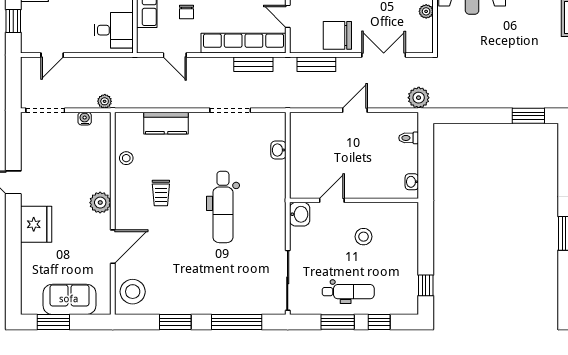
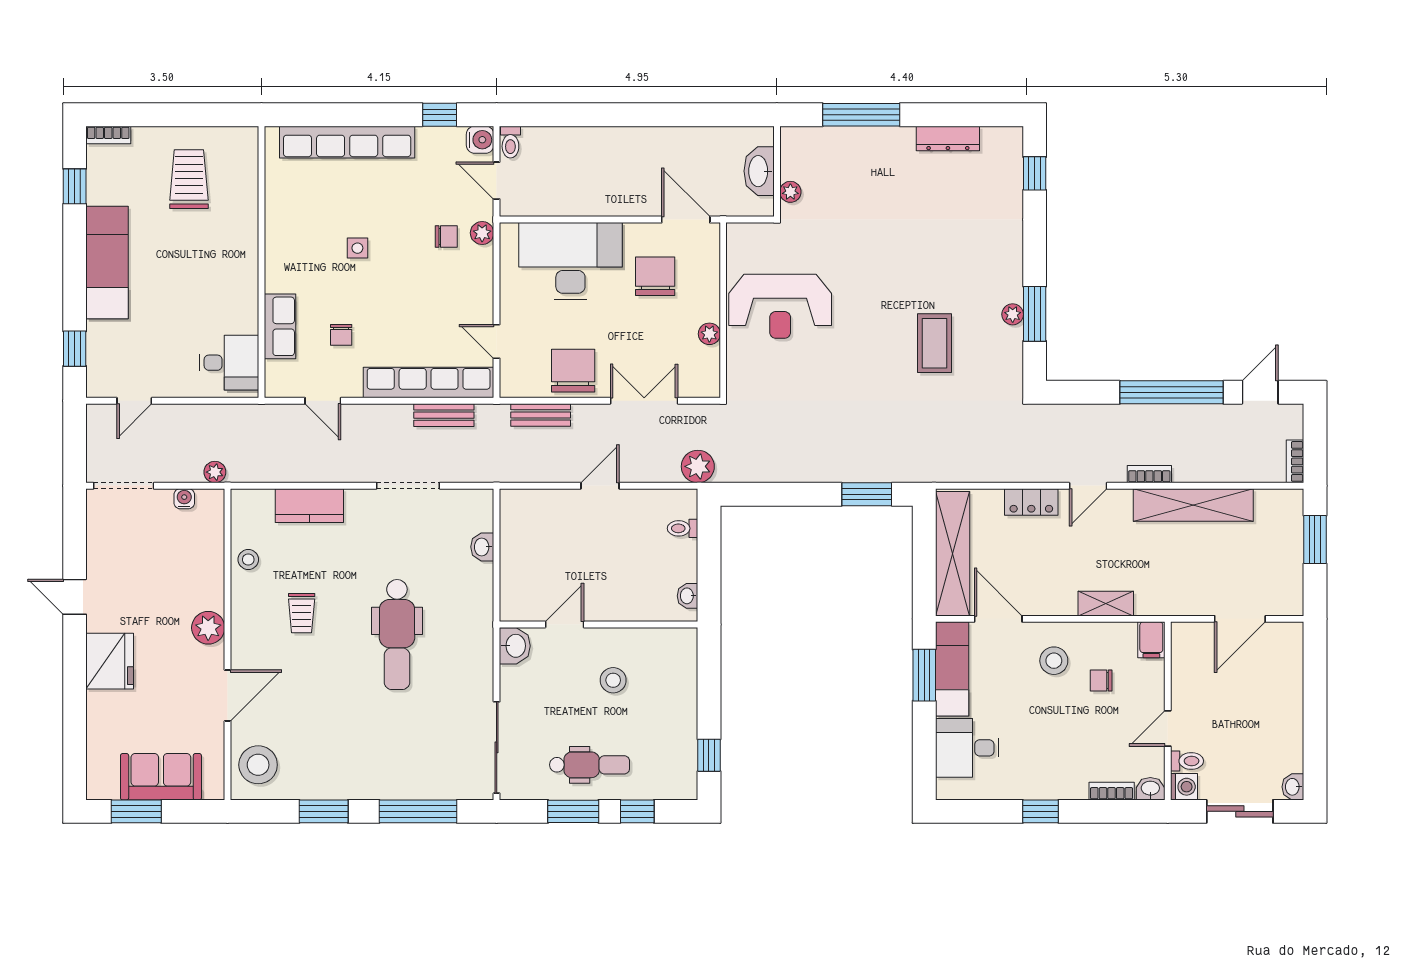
chair: (337, 35) -> (573, 371), turned 90

